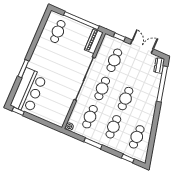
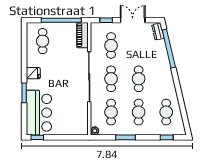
fridge: (38, 55) -> (33, 73), added

